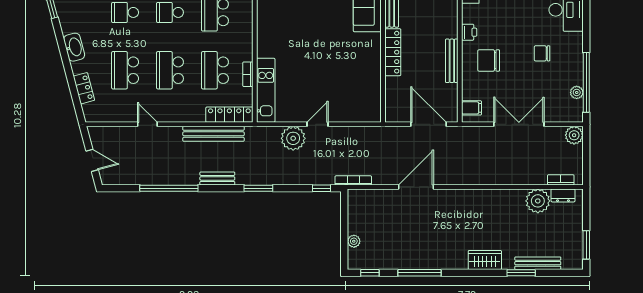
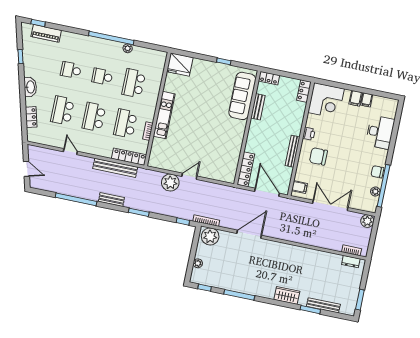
locker: (393, 52) -> (246, 169), moved
chair: (542, 53) -> (377, 172), moved
kitchen unit: (266, 90) -> (164, 115), moved
plant: (538, 201) -> (210, 236), moved

